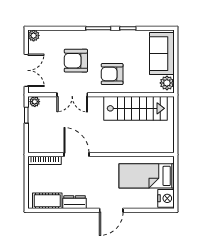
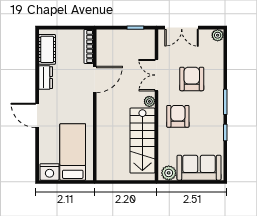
plant: (35, 102) -> (149, 101), moved

